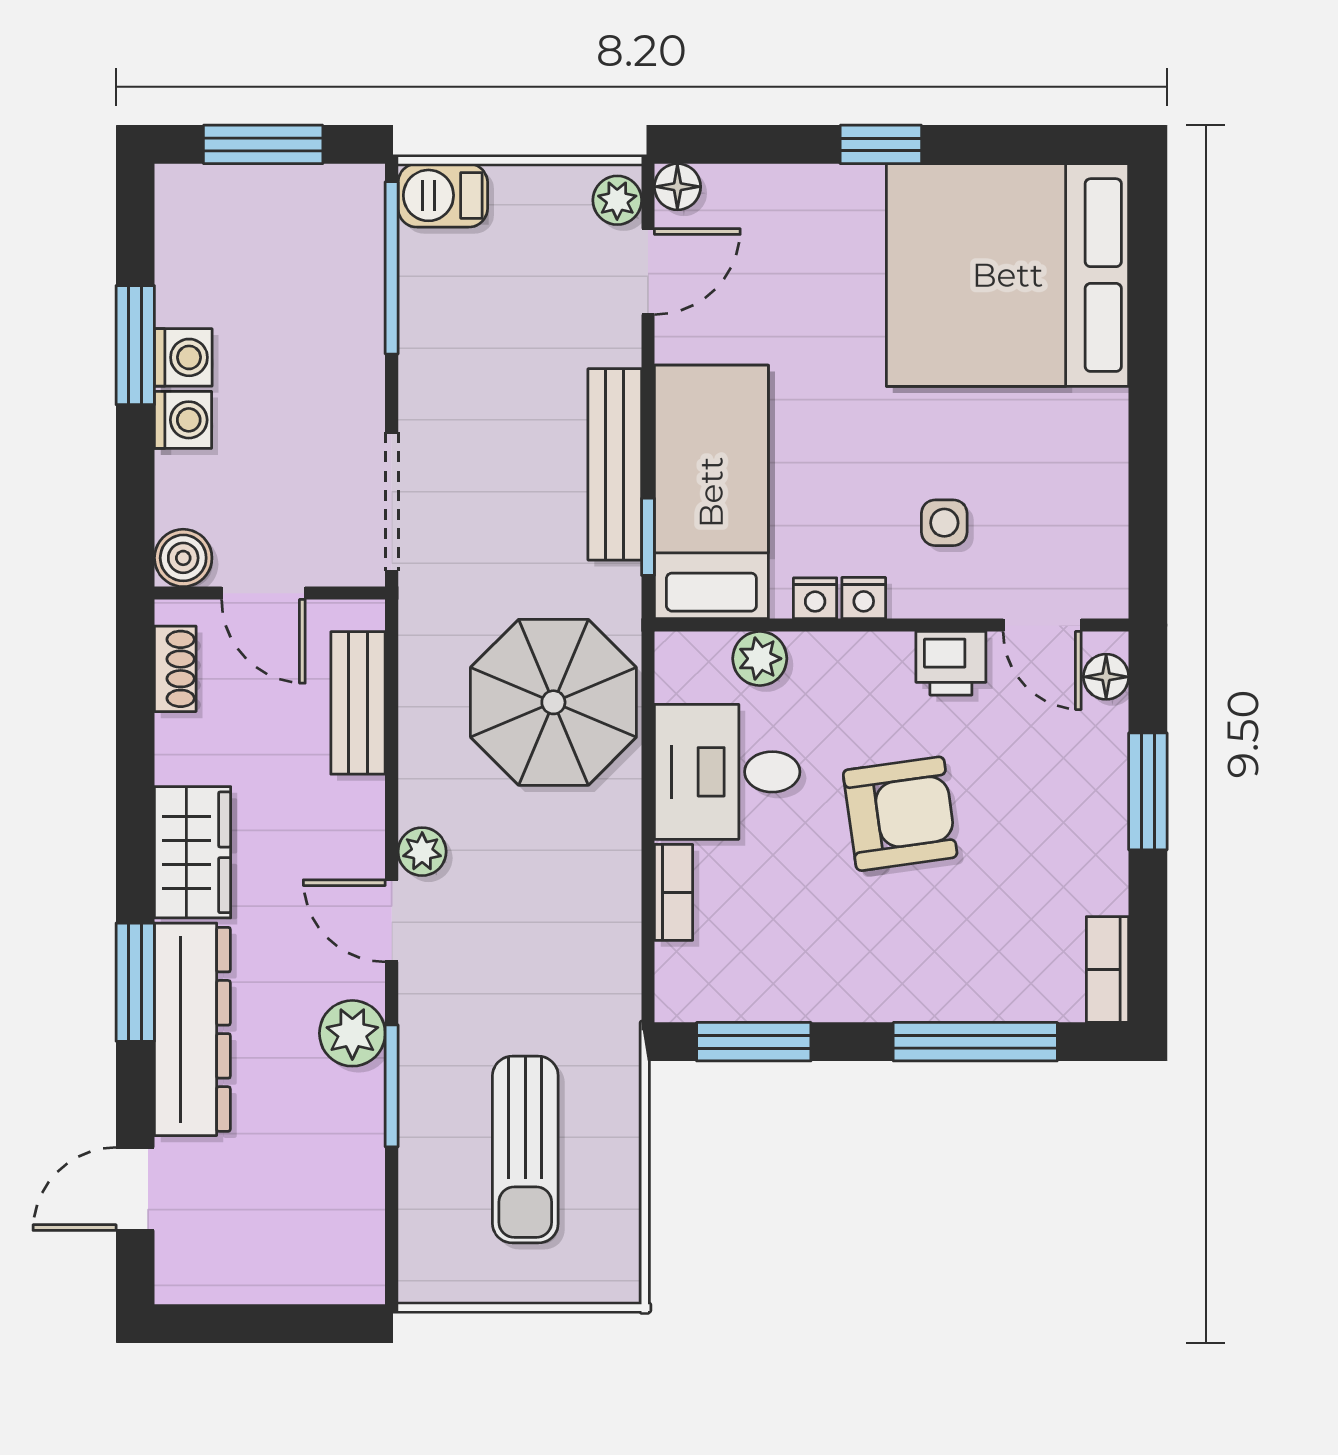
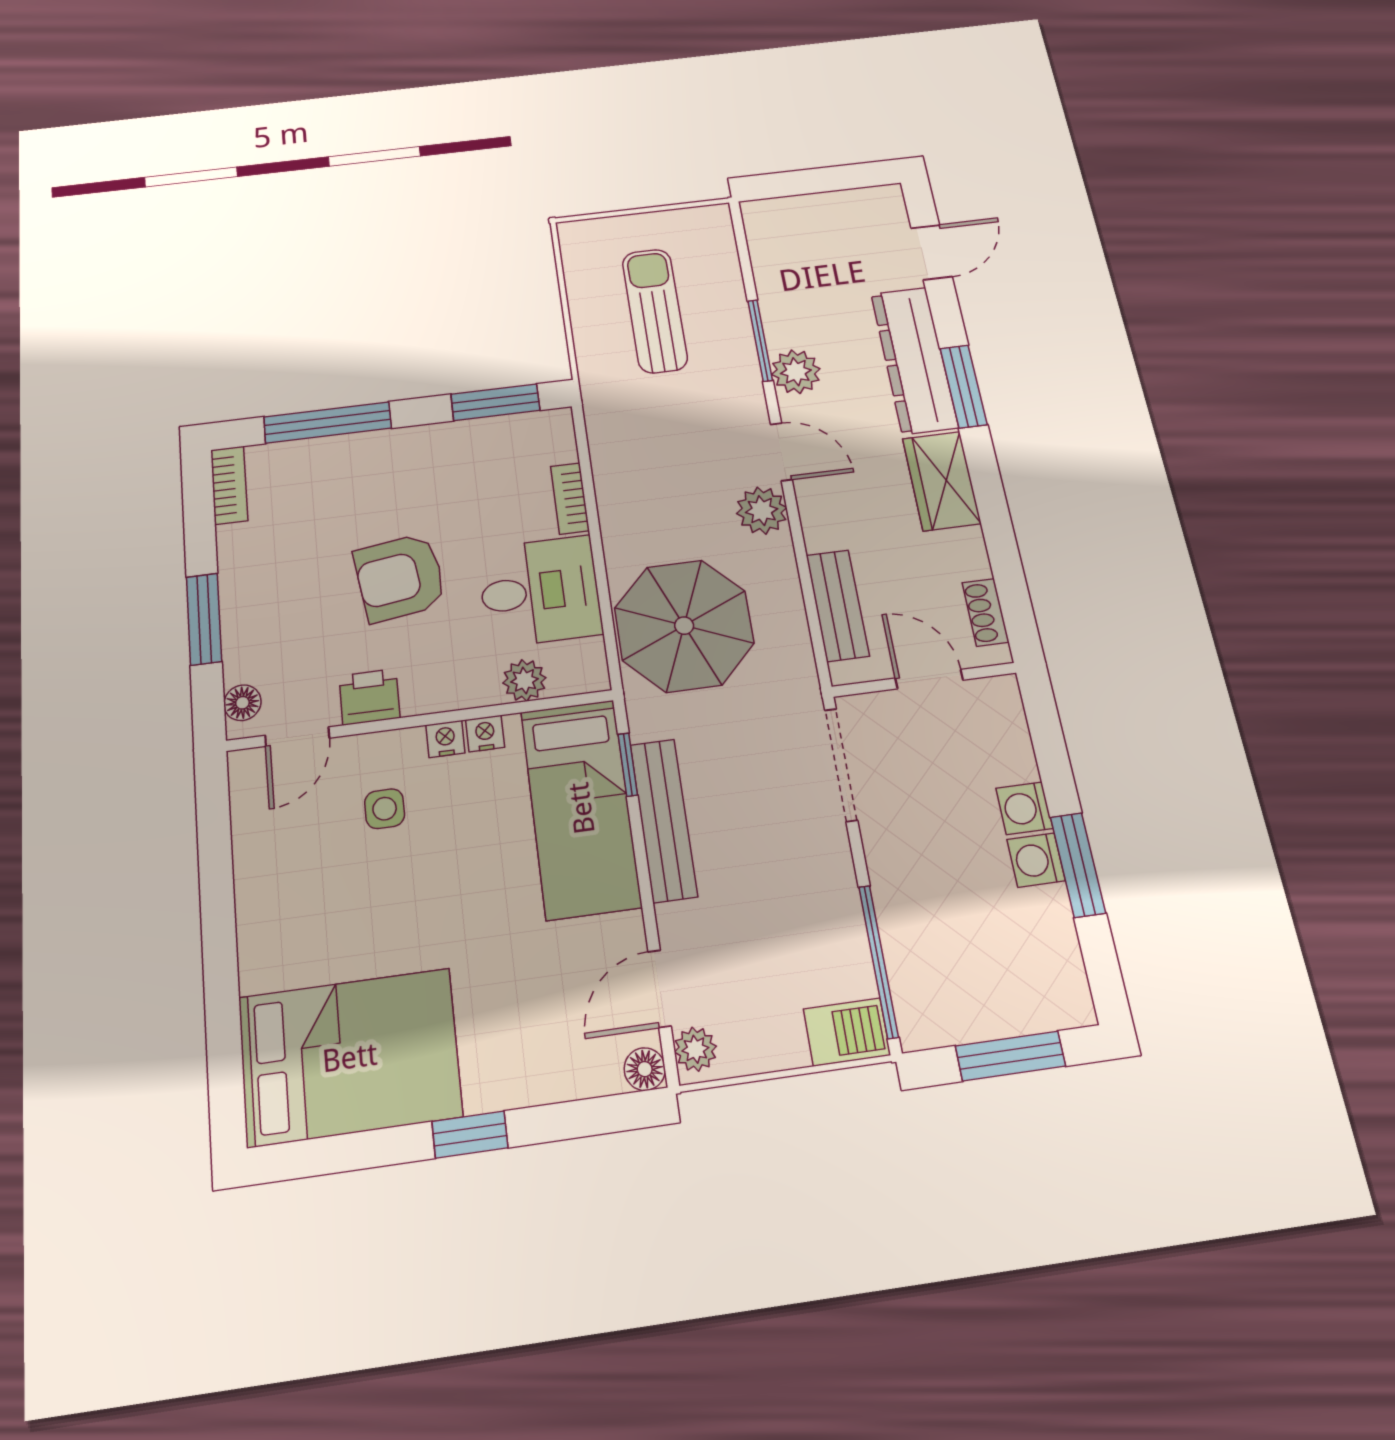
bed: (1008, 275) -> (350, 1057), width x0.73
boiler: (183, 558) -> (999, 698), removed
door: (1042, 625) -> (297, 737), swing flipped
plant: (422, 852) -> (762, 511), width x1.38, depth x1.38

